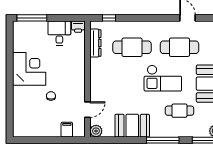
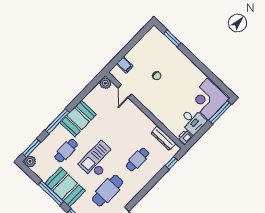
cafe table: (132, 47) -> (138, 160), width x0.73, depth x0.74
corner desk: (29, 69) -> (208, 99), moved, turned 90
window: (10, 112) -> (172, 38), added
booth: (132, 126) -> (78, 119), moved

